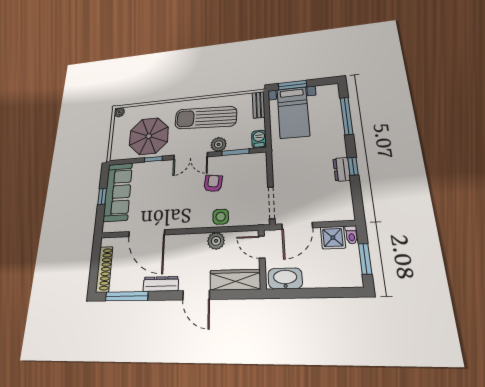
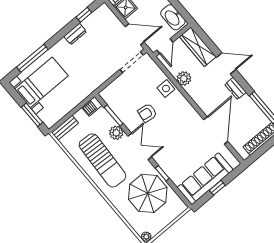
bed with nightstands: (293, 112) -> (41, 82), moved
window: (353, 166) -> (84, 15), moved
dresser: (161, 284) -> (235, 88), width x0.70
door: (196, 295) -> (226, 63), hinge flipped

